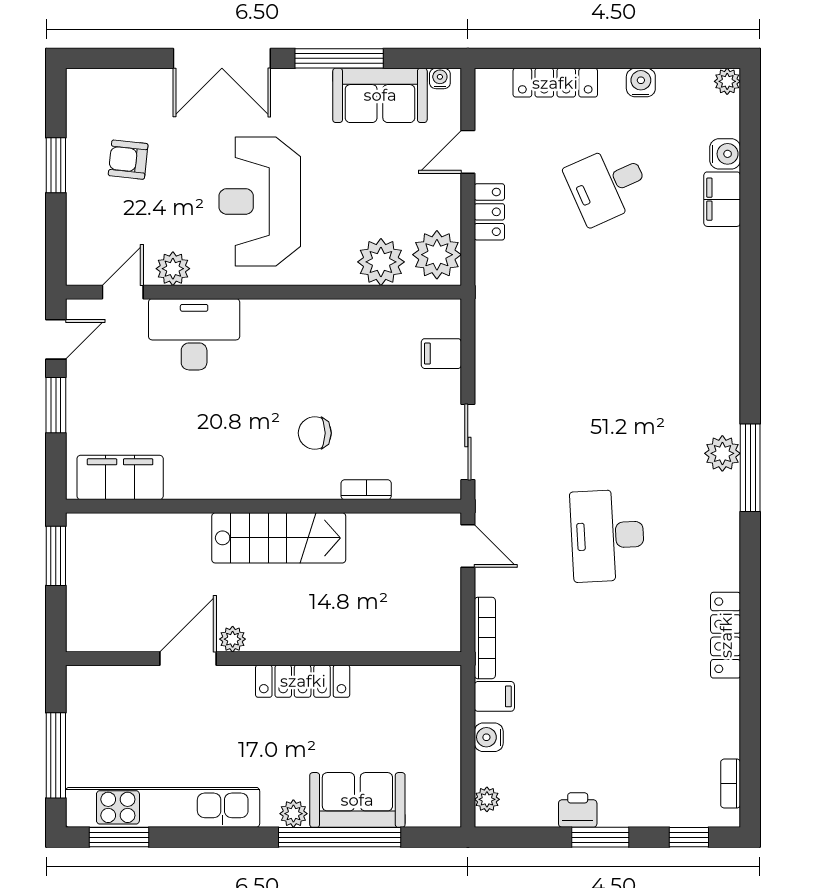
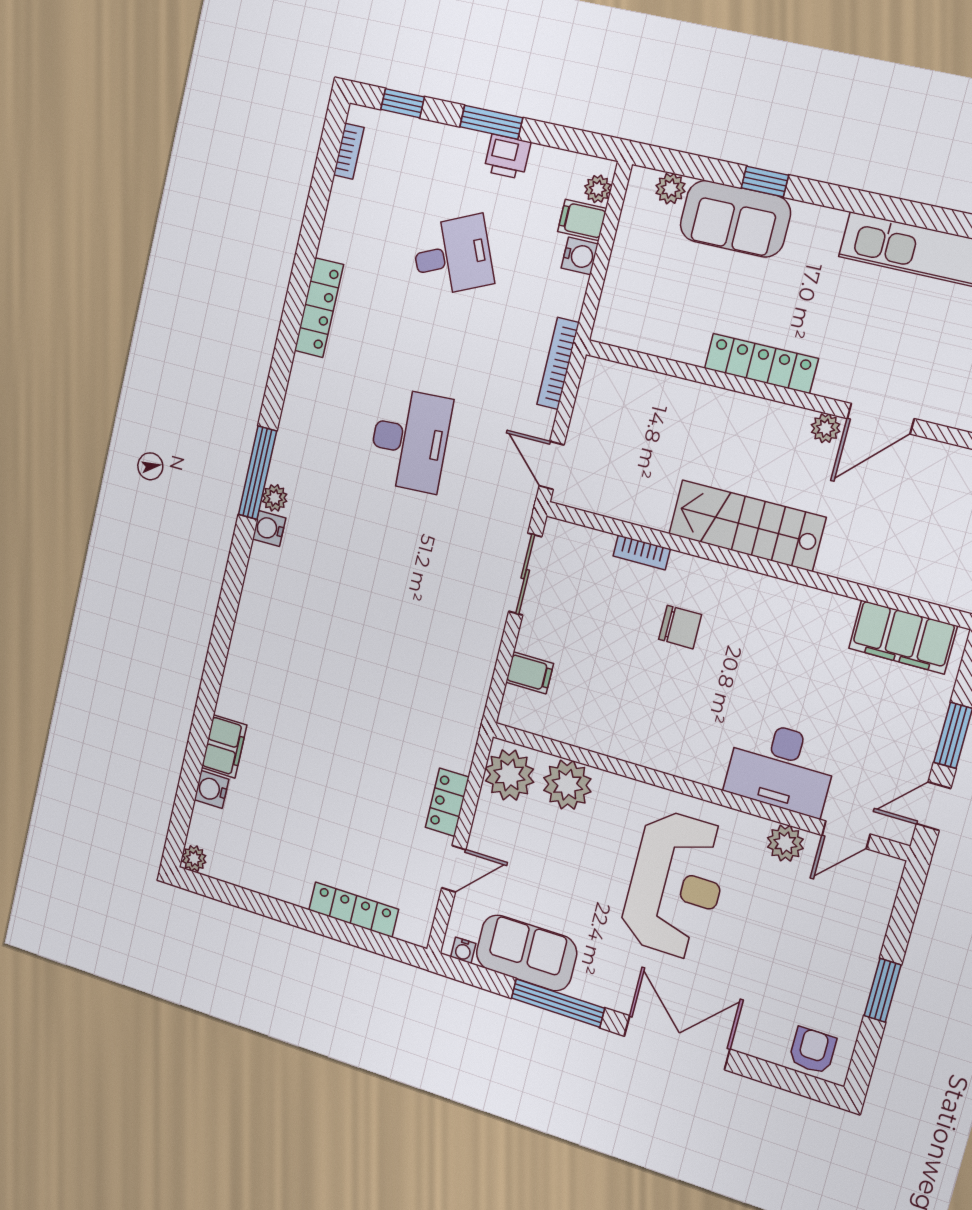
water cooler: (641, 83) -> (269, 528), moved, turned 90
armchair: (128, 160) -> (813, 1051), moved, turned -96
desk: (607, 185) -> (453, 256), moved
plant: (722, 453) -> (275, 498), width x0.73, depth x0.73
filing cabinet: (494, 696) -> (582, 220), moved
plant: (293, 814) -> (670, 188), moved
window: (340, 837) -> (765, 181), width x0.32

